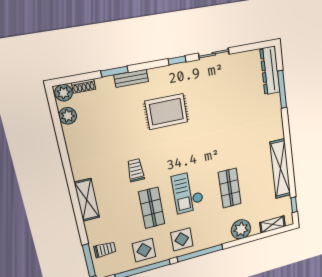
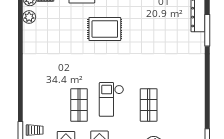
shelving: (280, 169) -> (198, 99), removed
trolley: (136, 170) -> (72, 70), removed
shelving: (87, 200) -> (29, 85), removed

